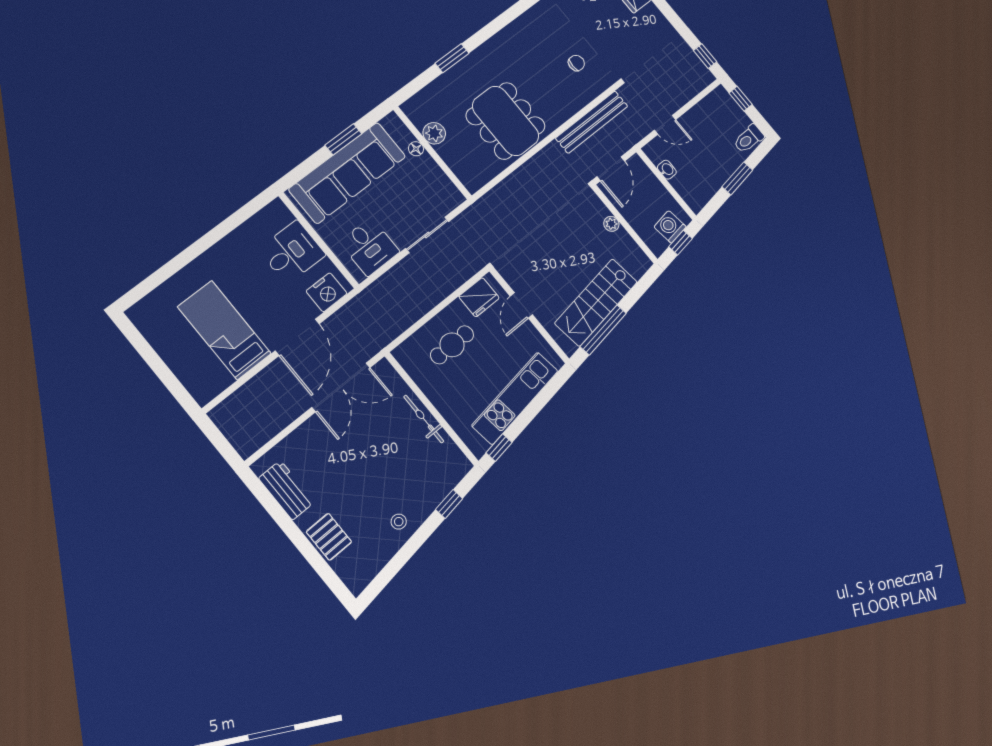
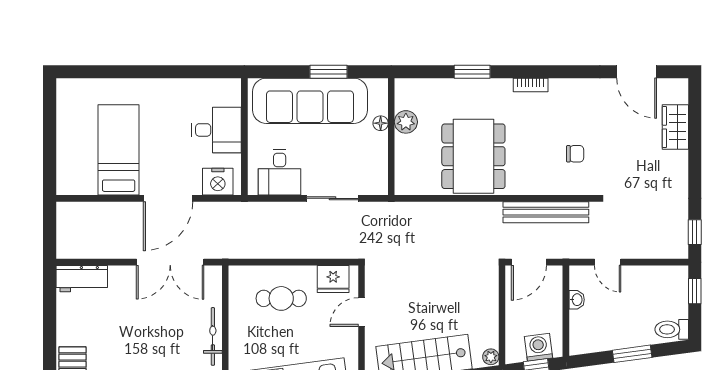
bookcase: (503, 36) -> (531, 85), added
plant: (611, 224) -> (491, 357), moved
workbench: (286, 490) -> (82, 279), moved, turned 90

